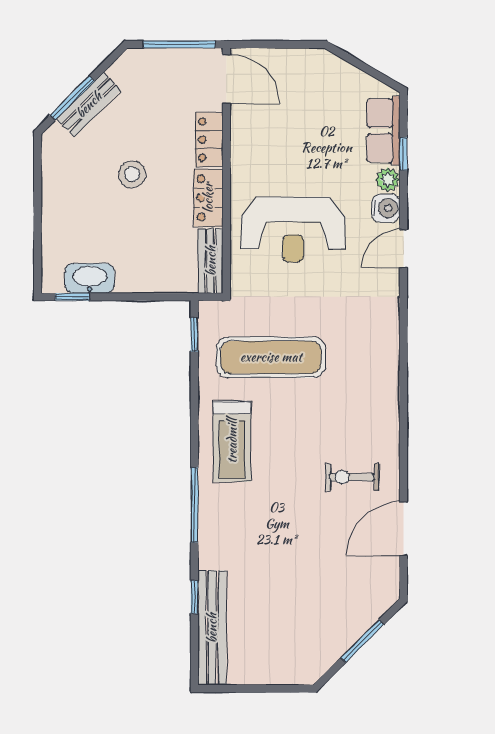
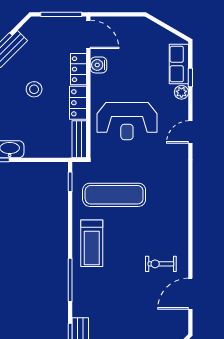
water cooler: (386, 208) -> (99, 65), moved, turned 180

